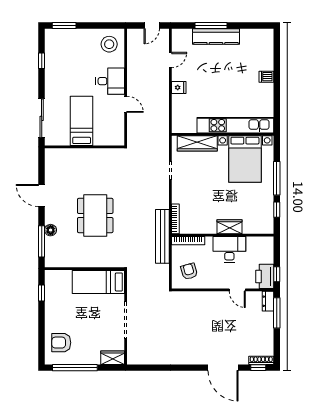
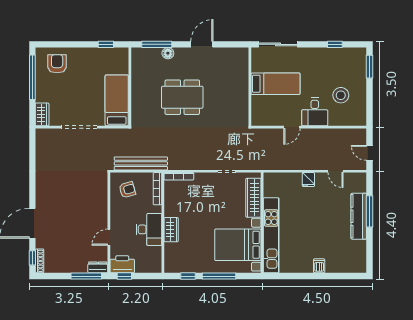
stool: (109, 44) -> (341, 95), moved
bench: (162, 236) -> (141, 163), moved

